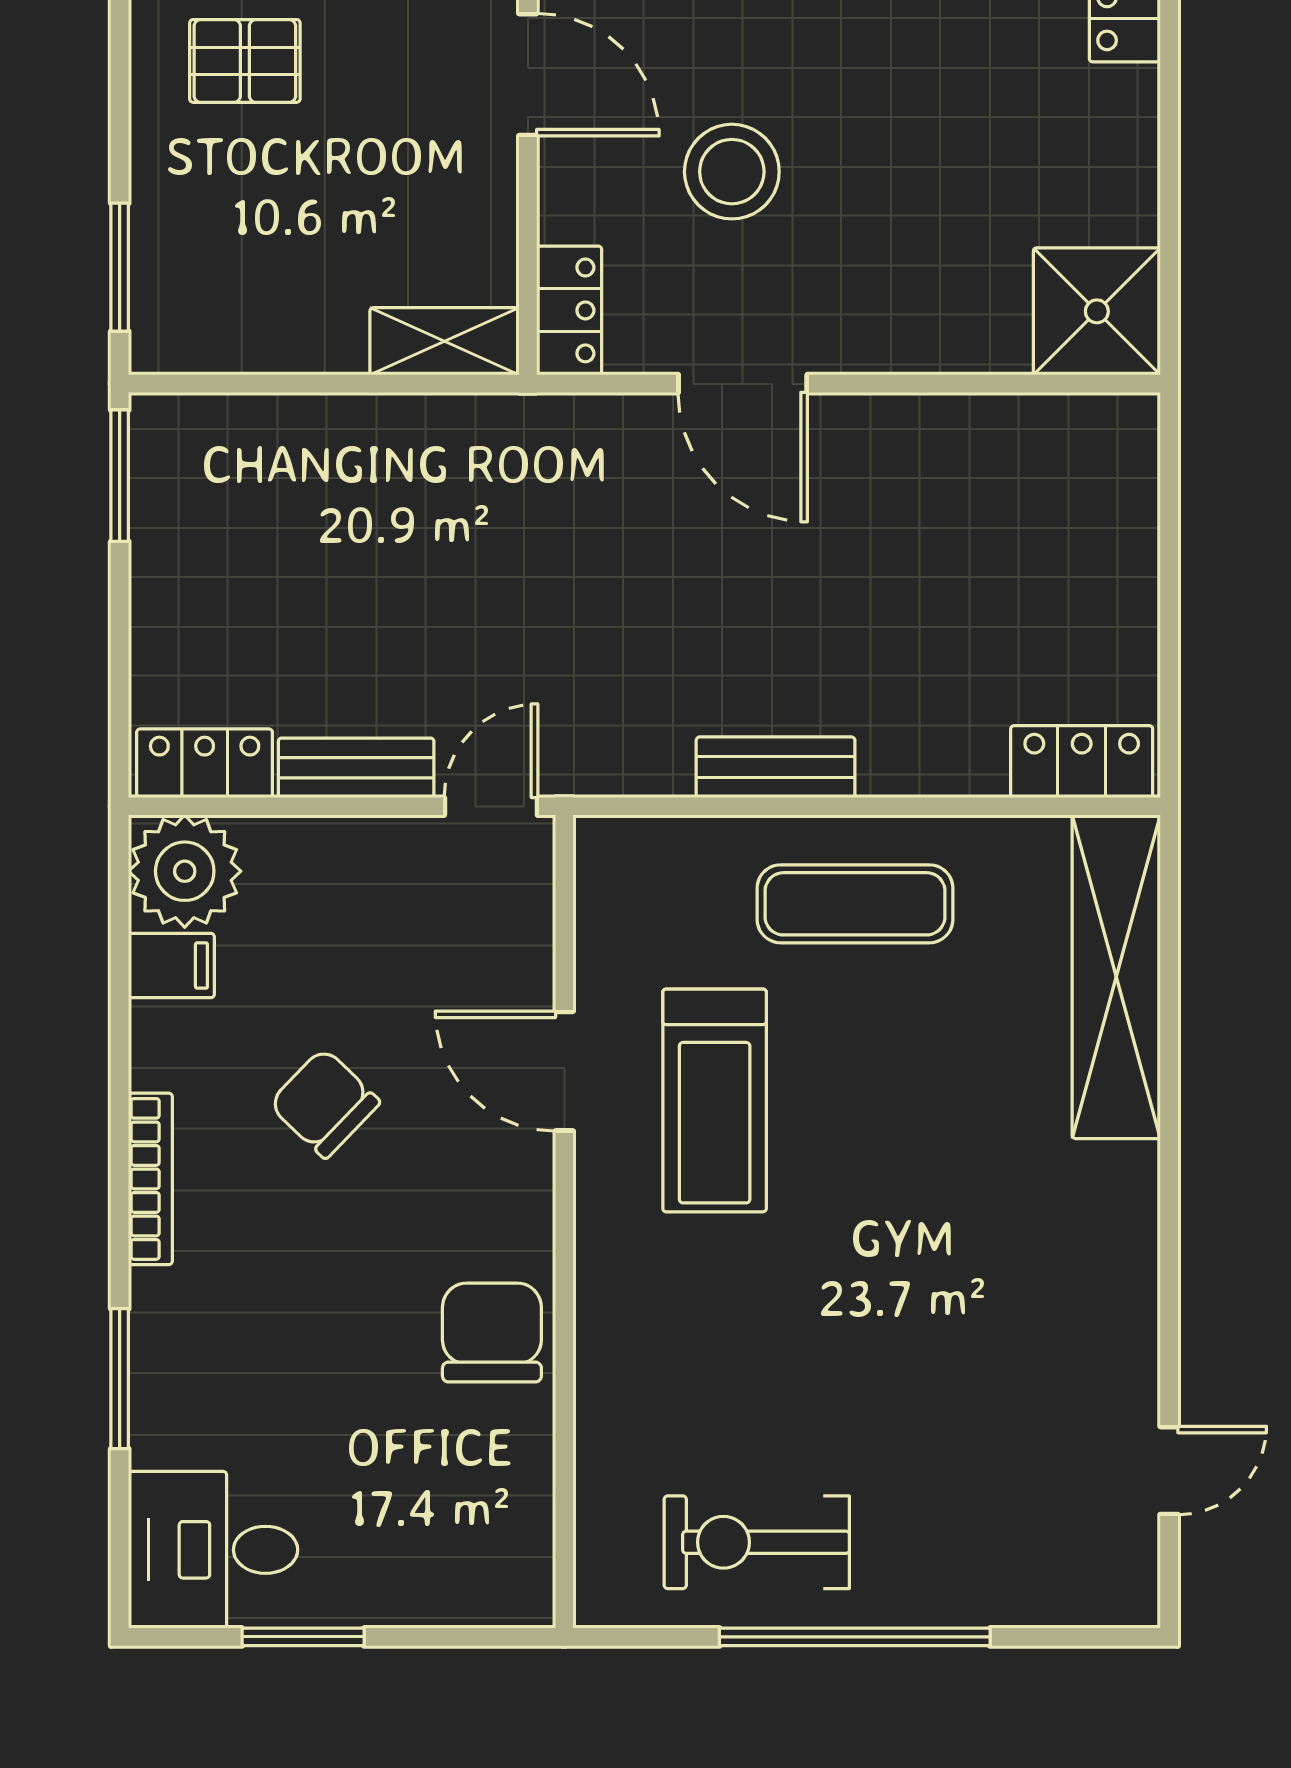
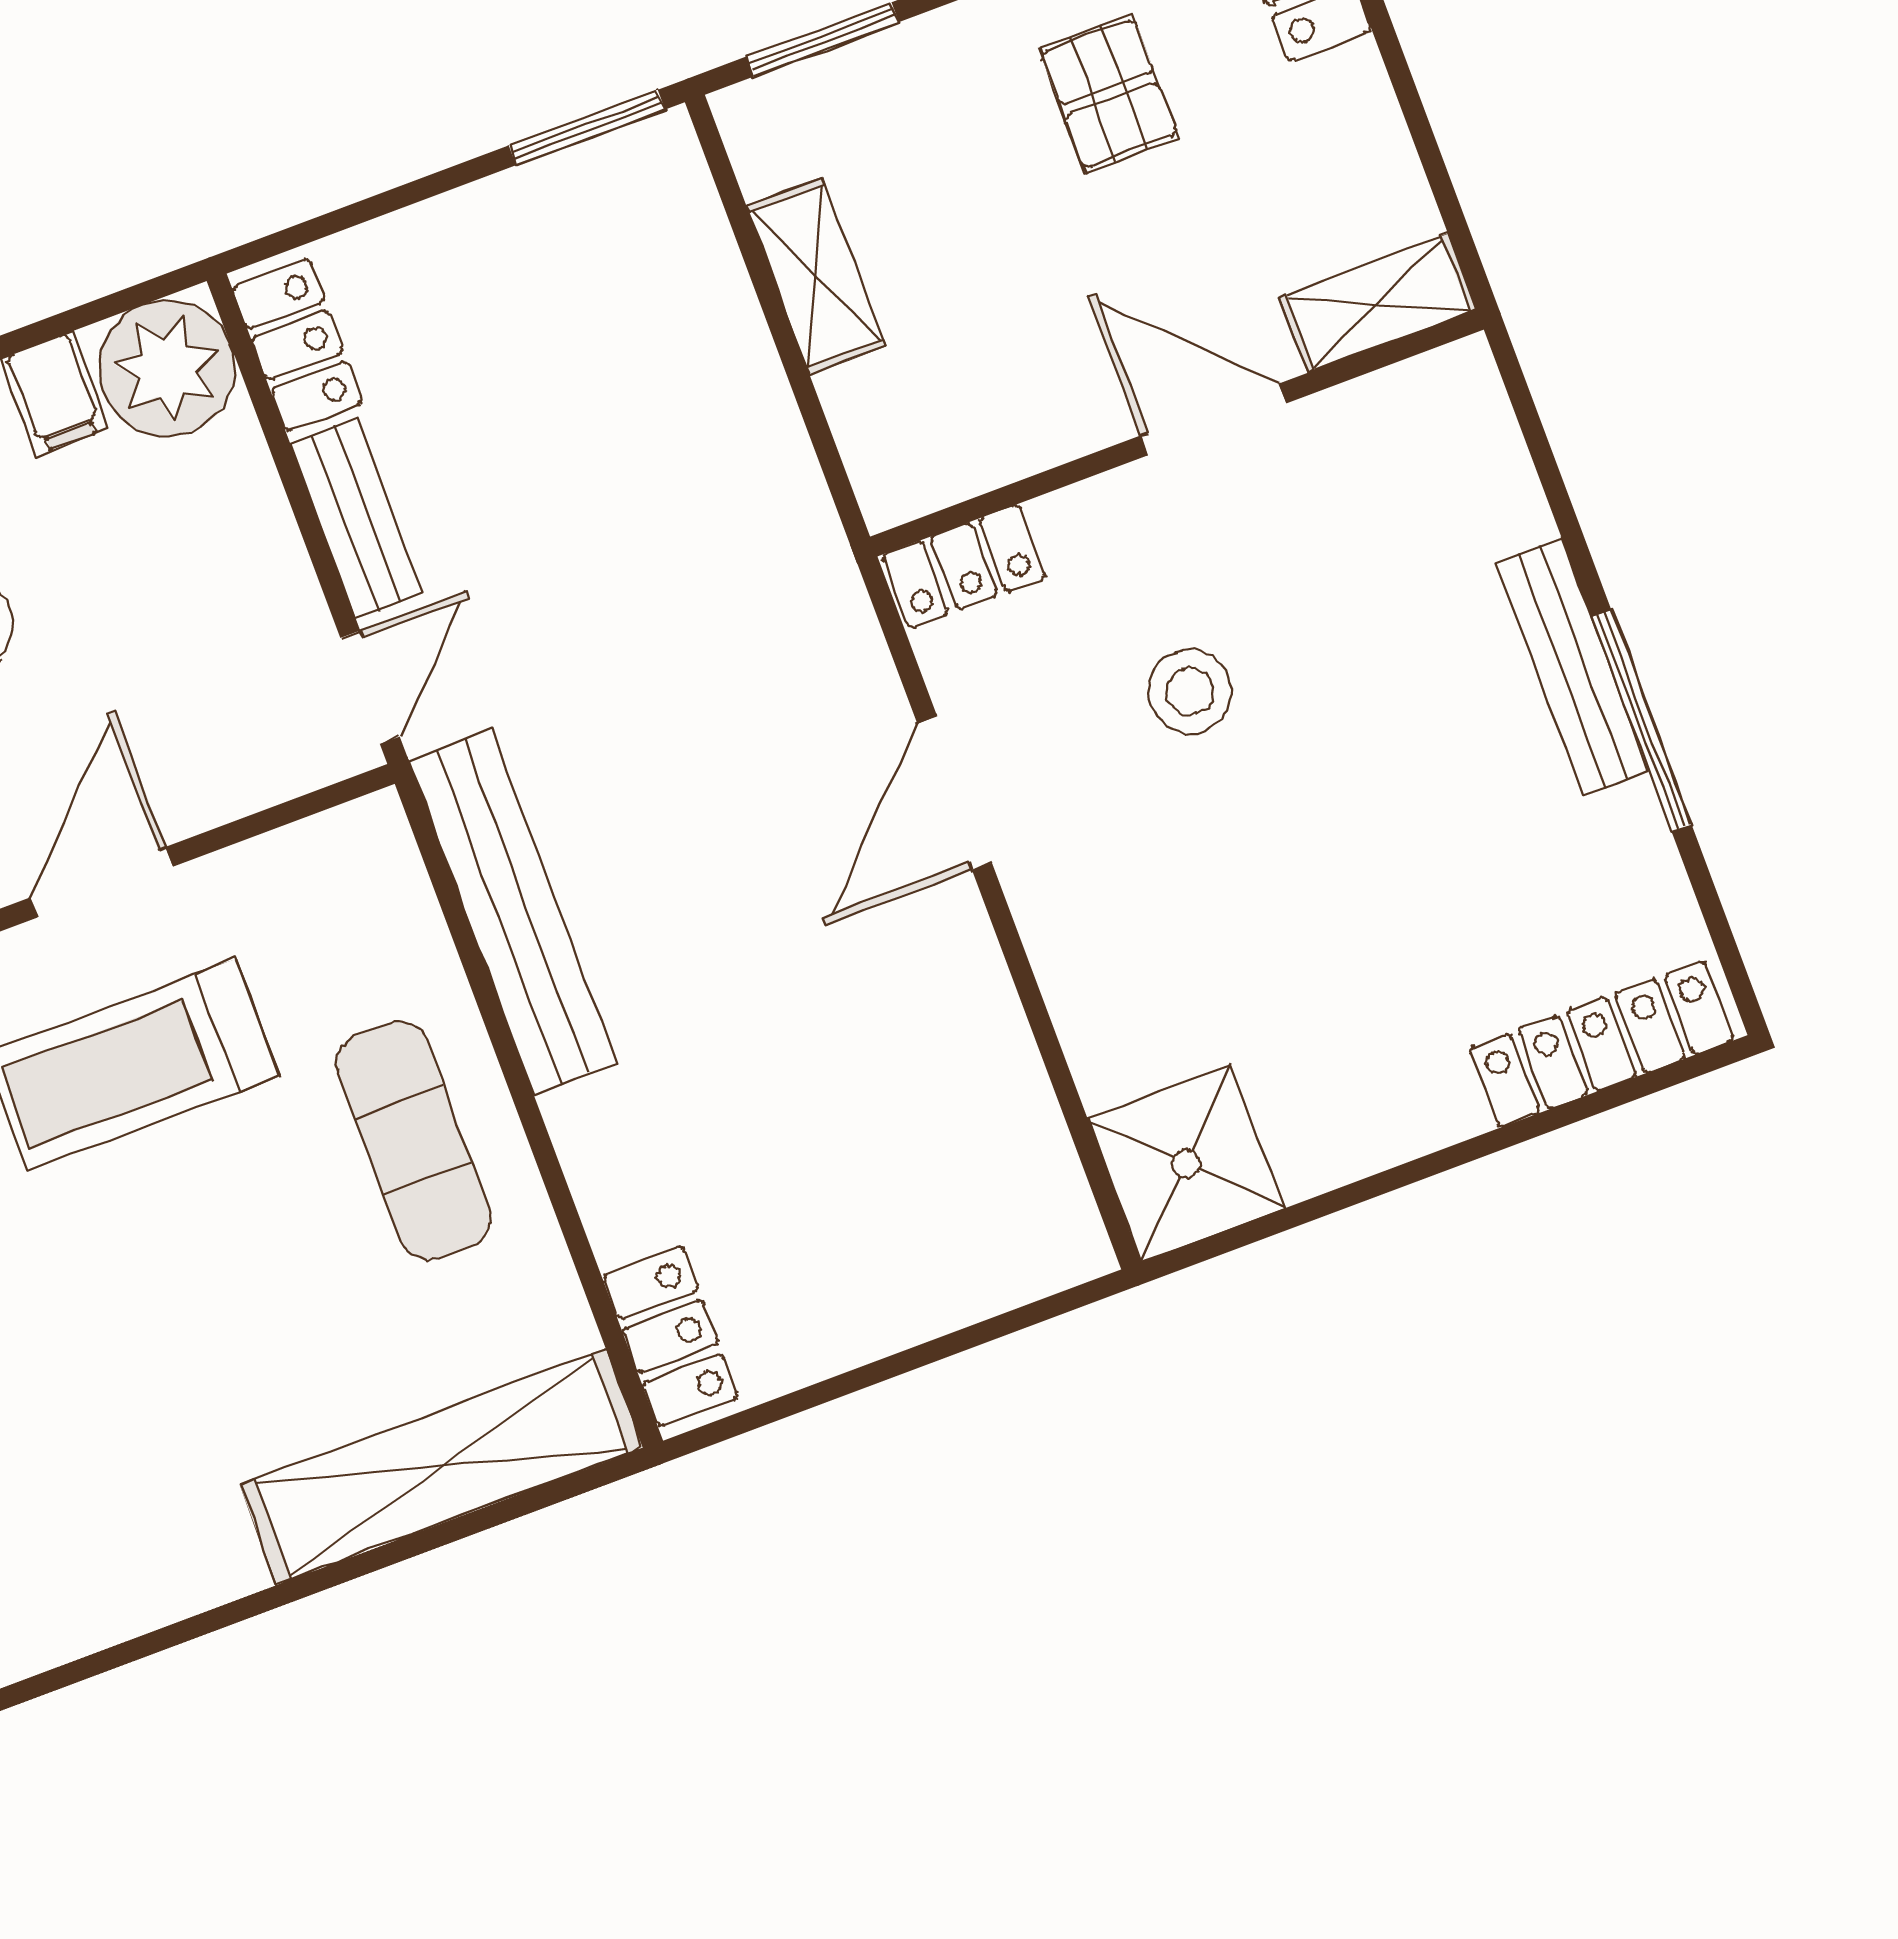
door: (528, 75) -> (1213, 420), swing flipped
stool: (732, 172) -> (1190, 691), width x0.73, depth x0.73
shelving: (444, 341) -> (816, 276), moved
bench: (776, 767) -> (513, 912), width x1.86, depth x1.21
door: (491, 806) -> (370, 687), hinge flipped

